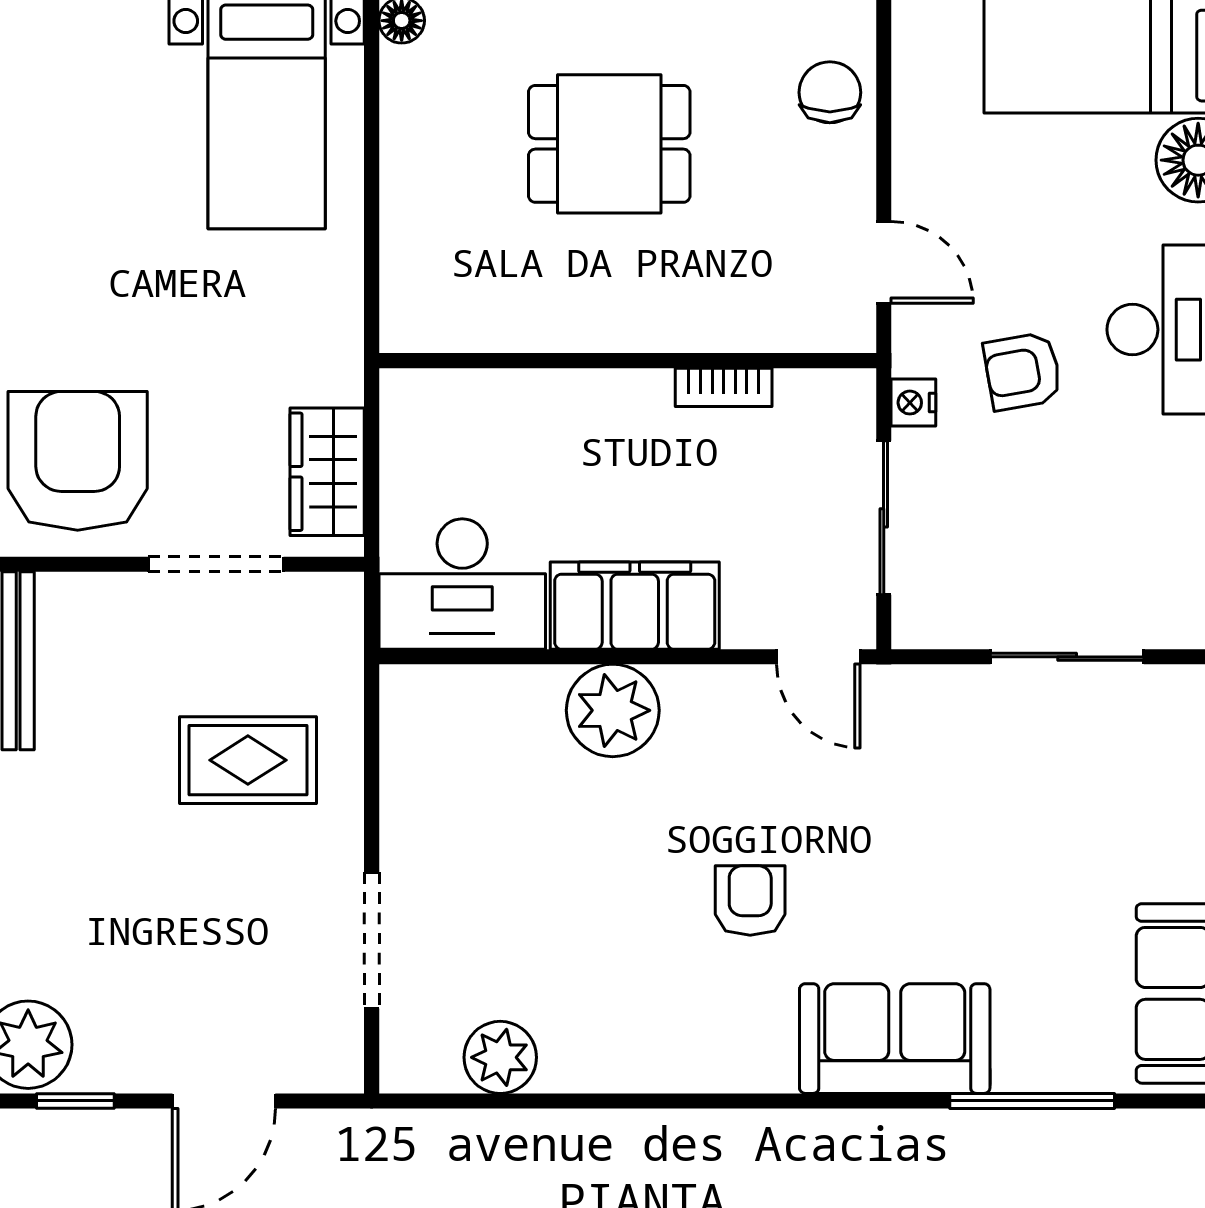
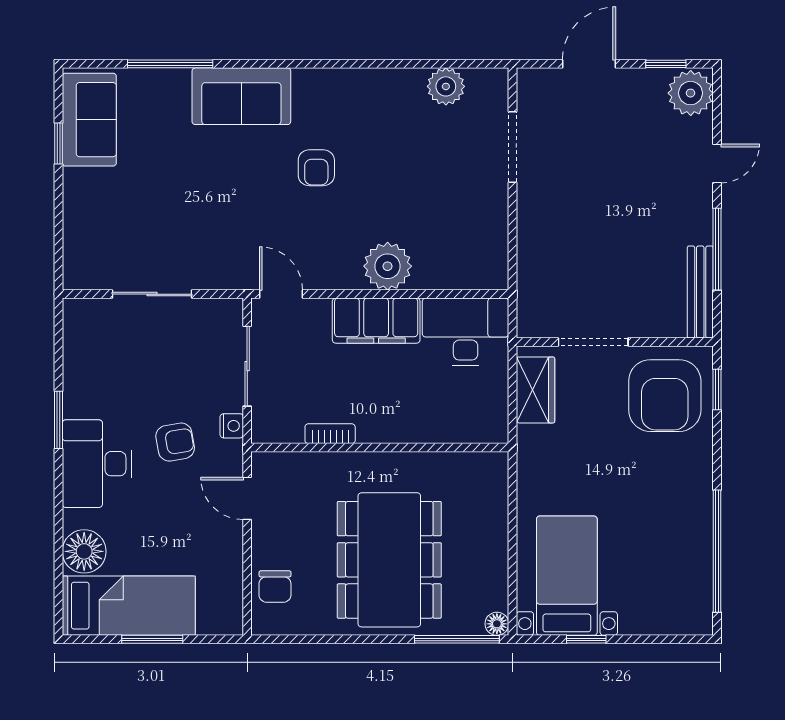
dining table: (609, 144) -> (389, 560), width x1.88, depth x1.24
rug: (248, 760) -> (577, 241), removed

